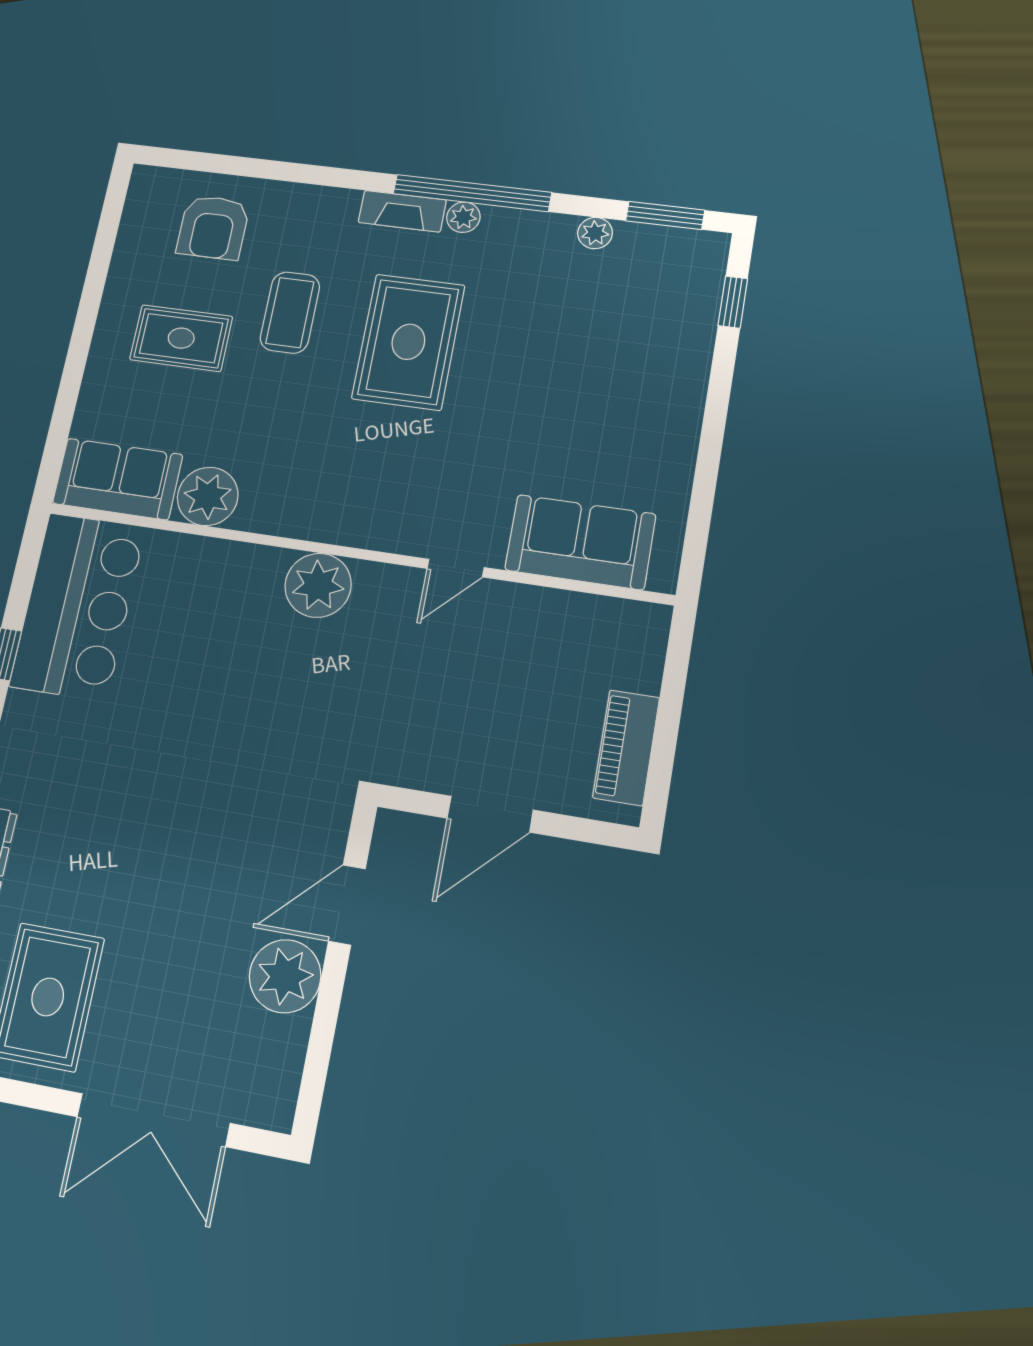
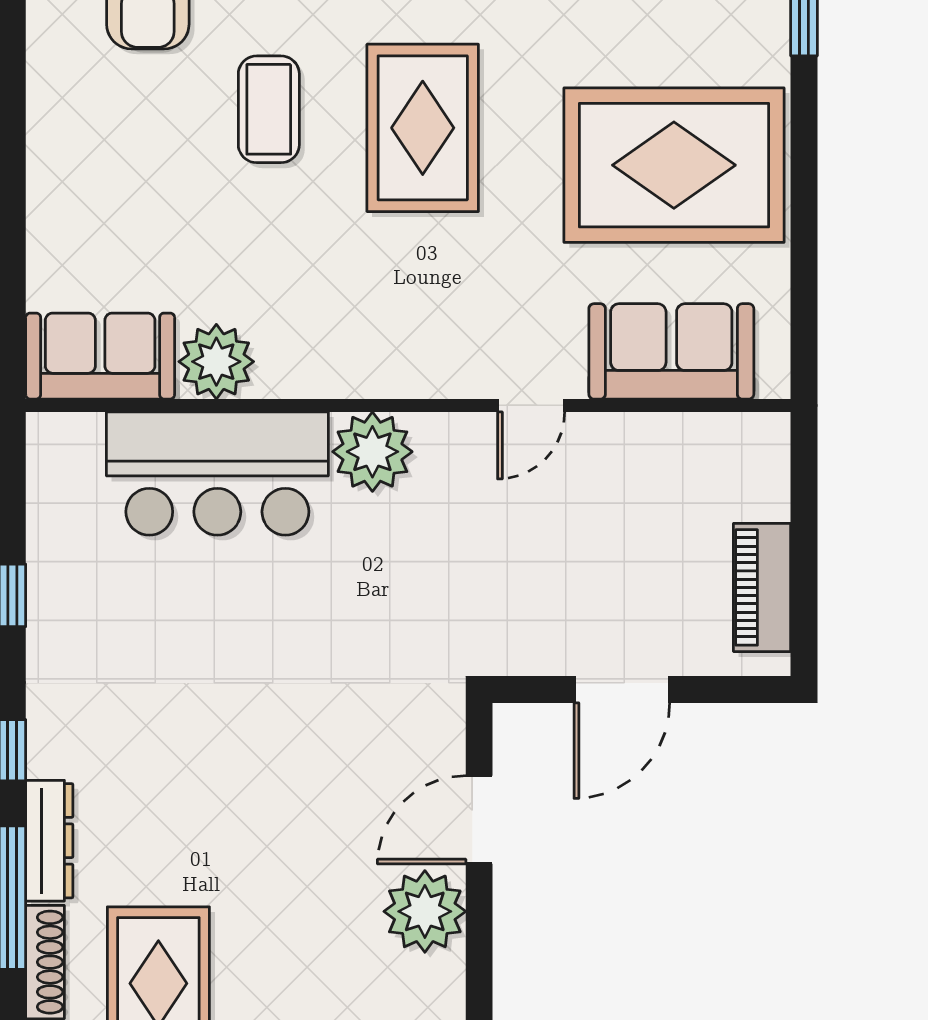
rug: (181, 338) -> (674, 165), moved, width x1.86, depth x2.06
bar counter: (78, 606) -> (217, 474), moved, turned 90

